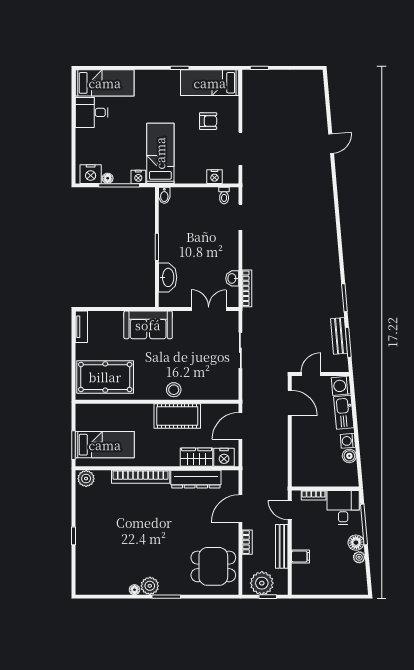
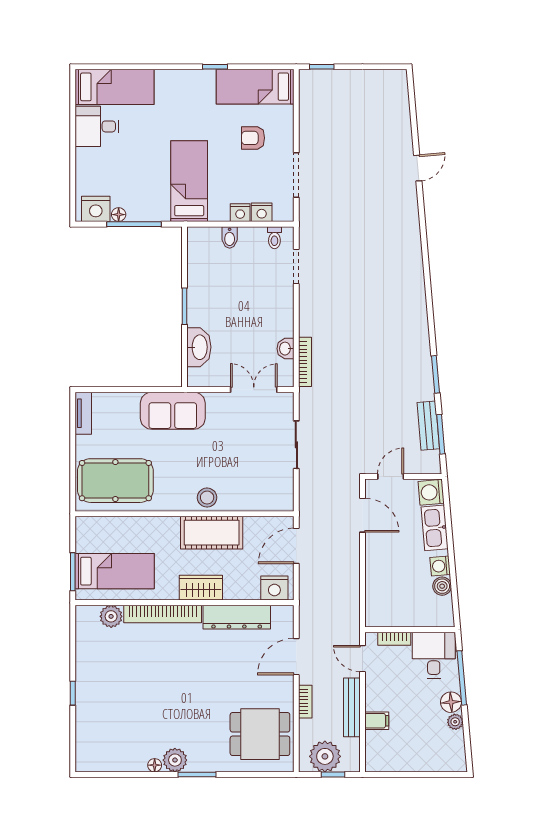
armchair: (208, 121) -> (253, 138), turned 180
nightstand: (138, 177) -> (240, 213), moved
bidet: (164, 195) -> (230, 237), moved
wardrobe: (197, 457) -> (201, 588), moved
plant: (86, 479) -> (111, 616), moved

